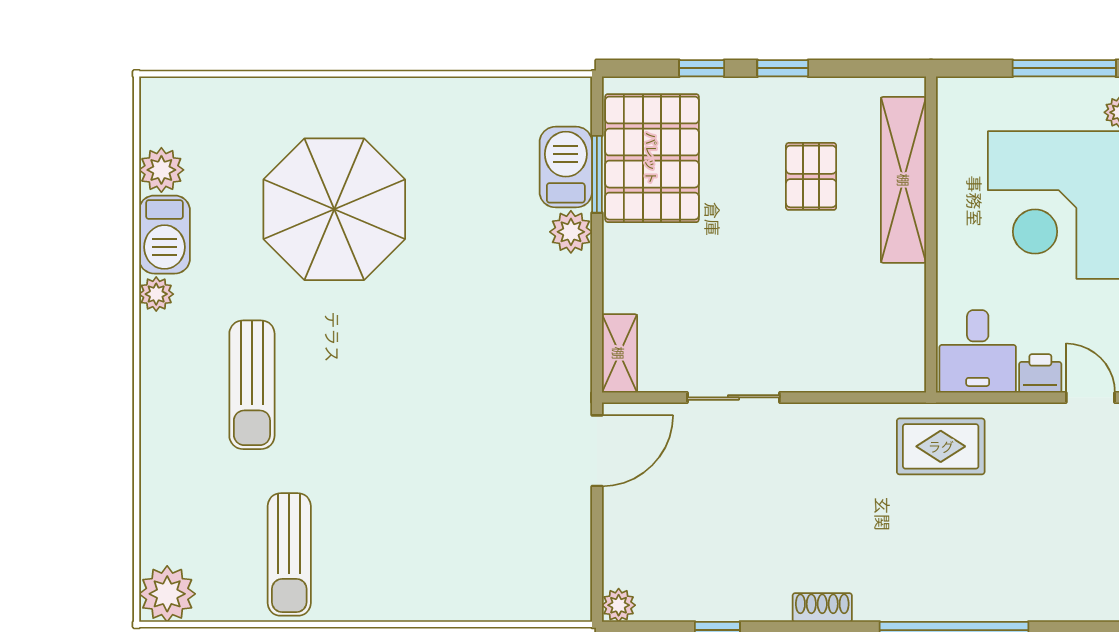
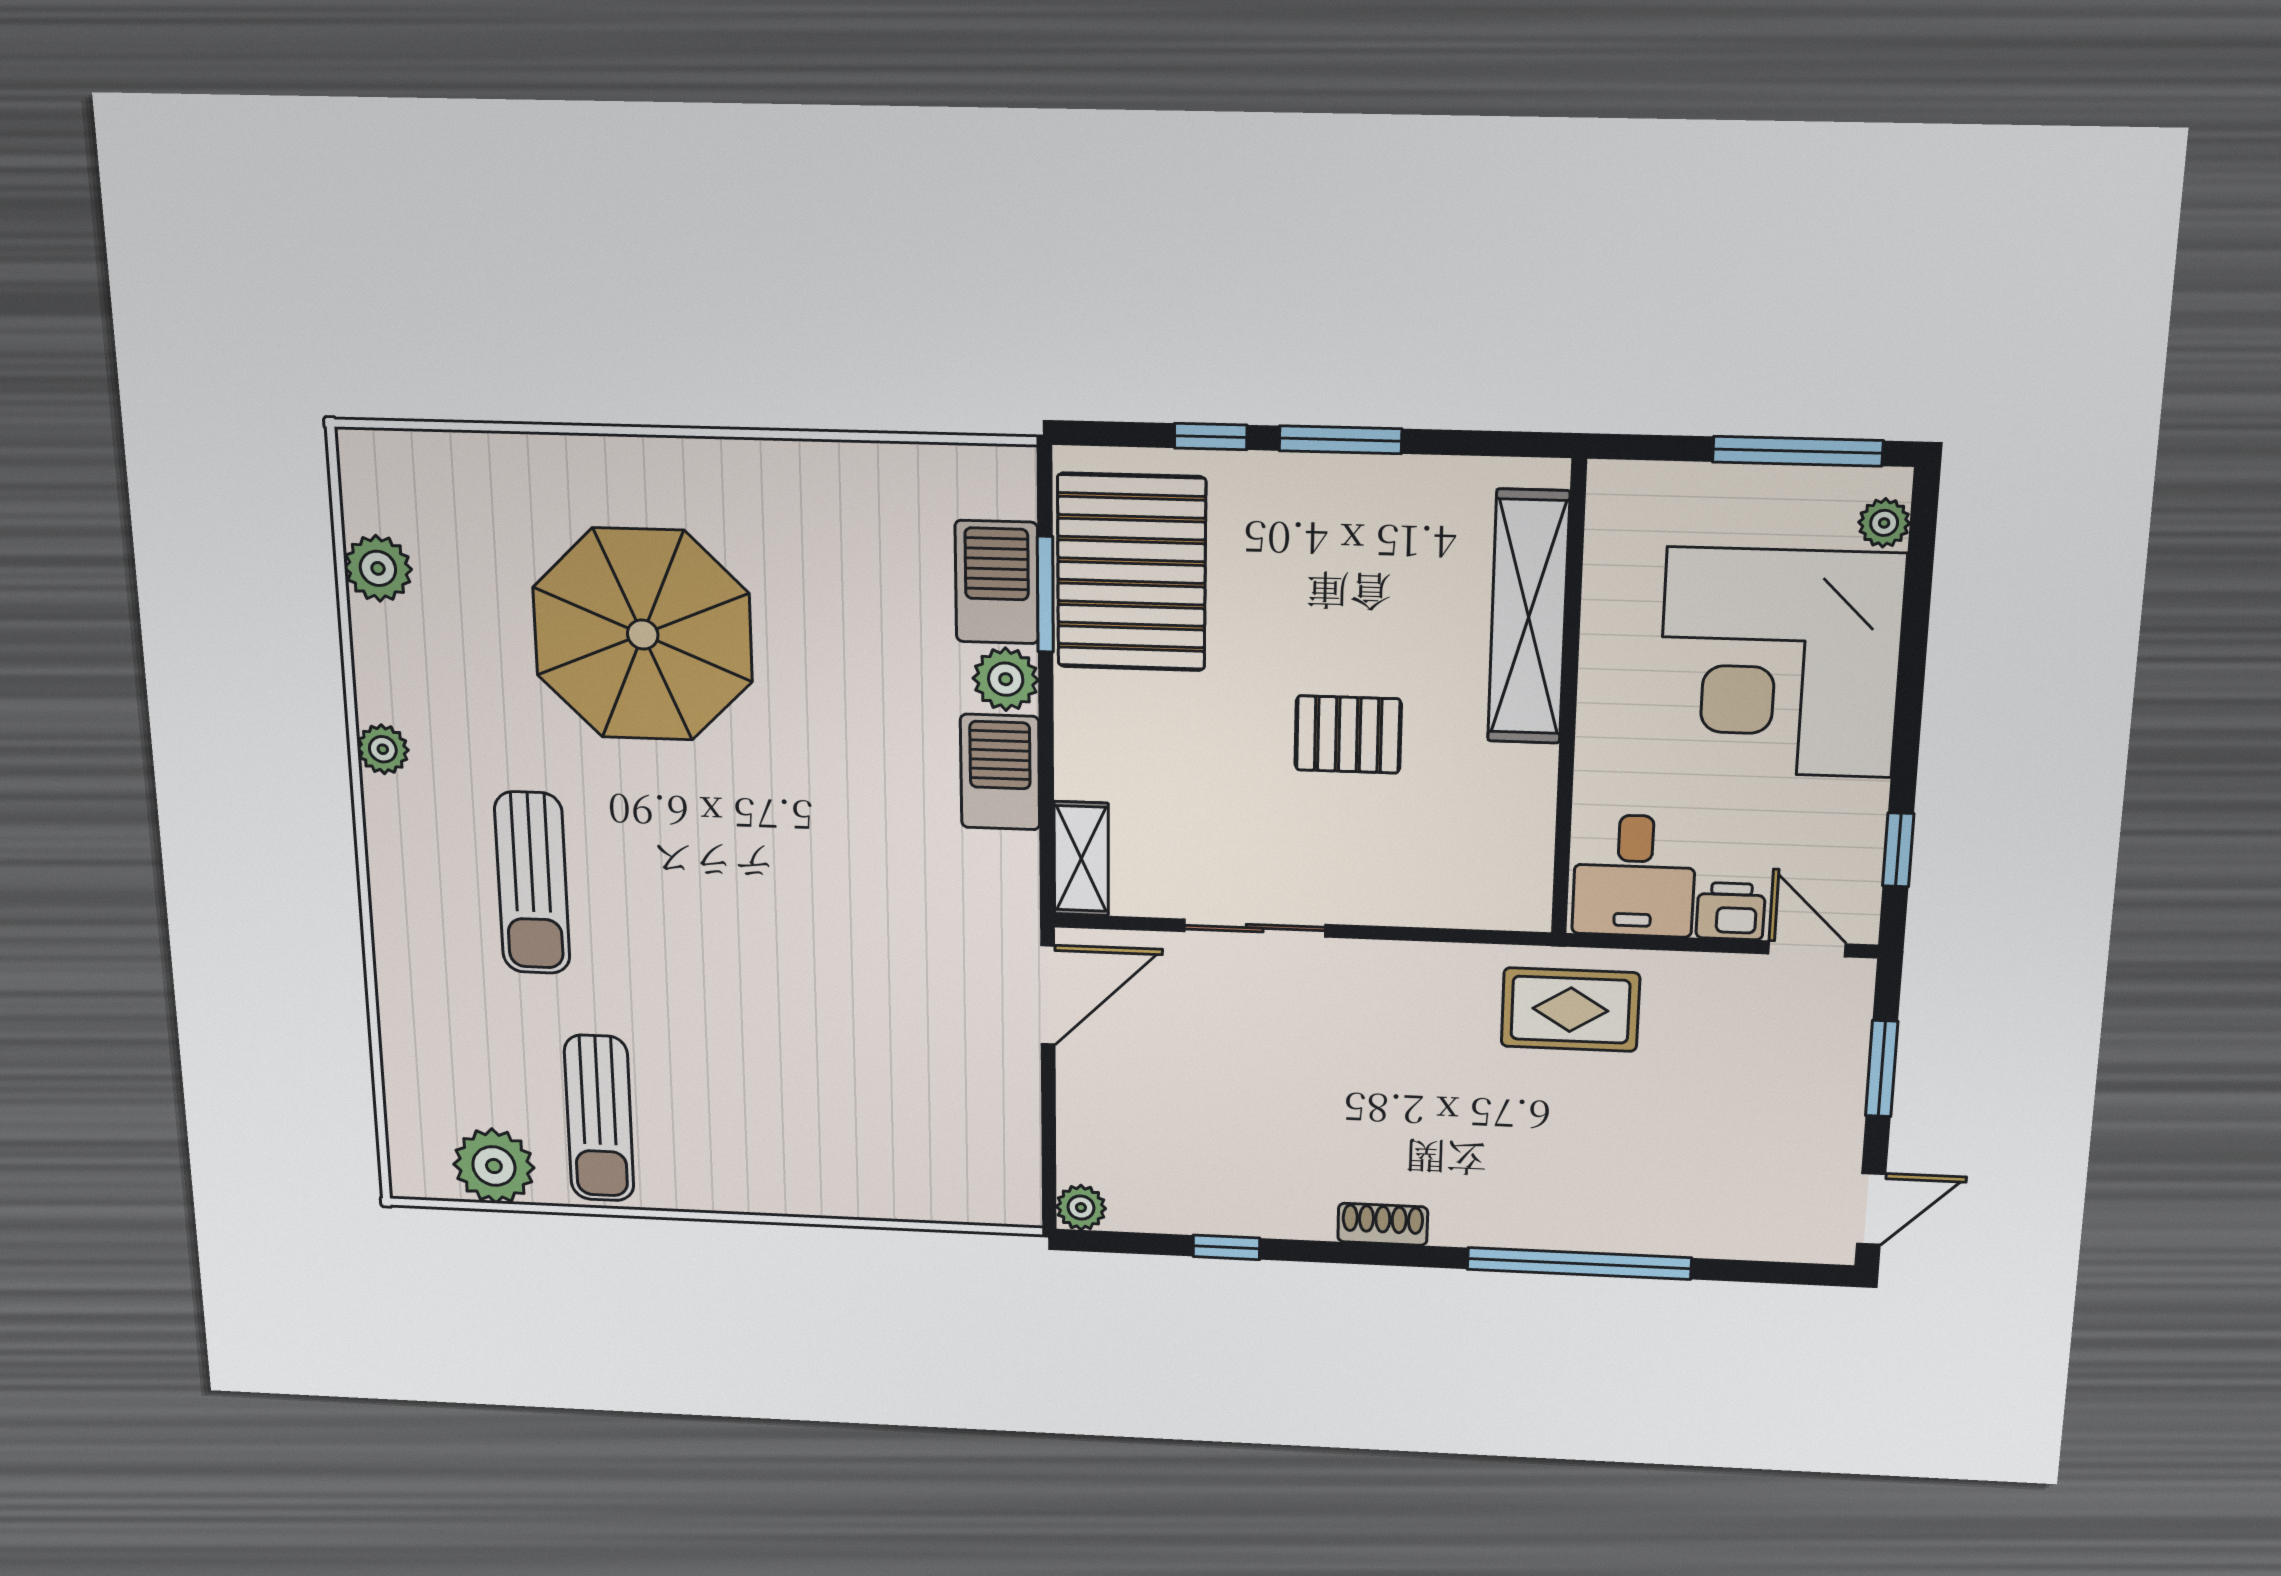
window: (783, 68) -> (1340, 440), width x1.50
pallet: (811, 176) -> (1348, 734), moved, turned 90
barbecue: (164, 235) -> (1000, 772), moved, turned 180
plant: (167, 594) -> (494, 1166), moved

